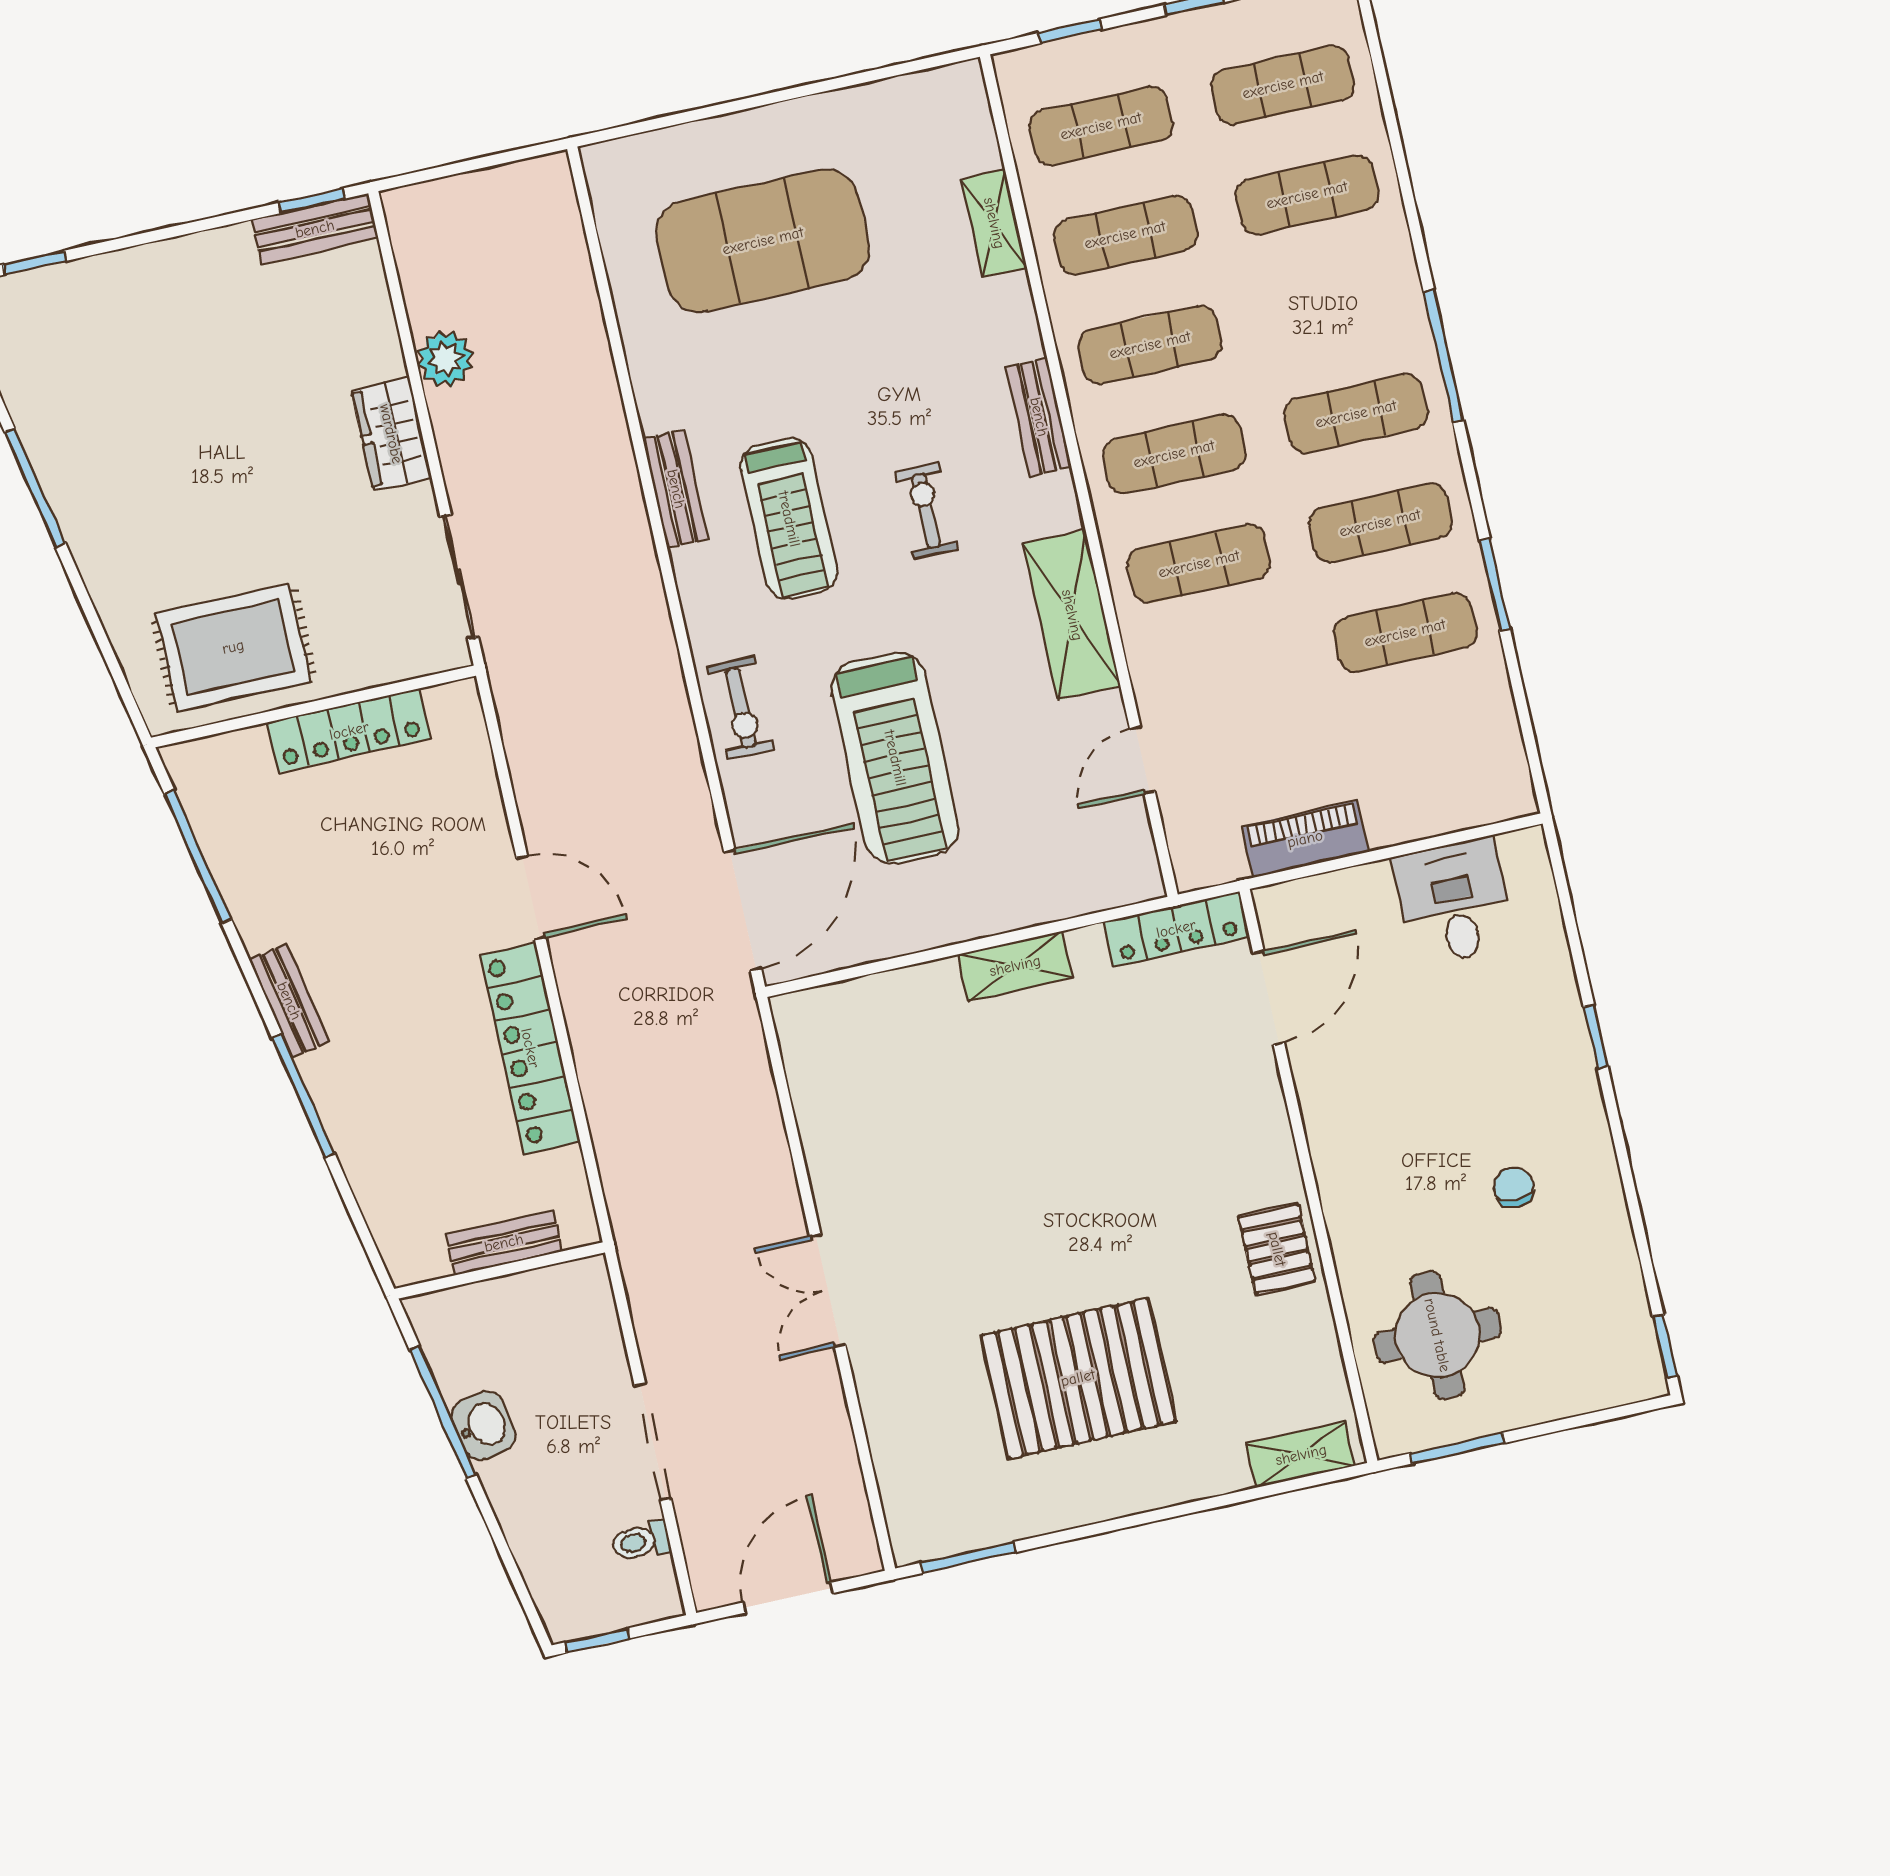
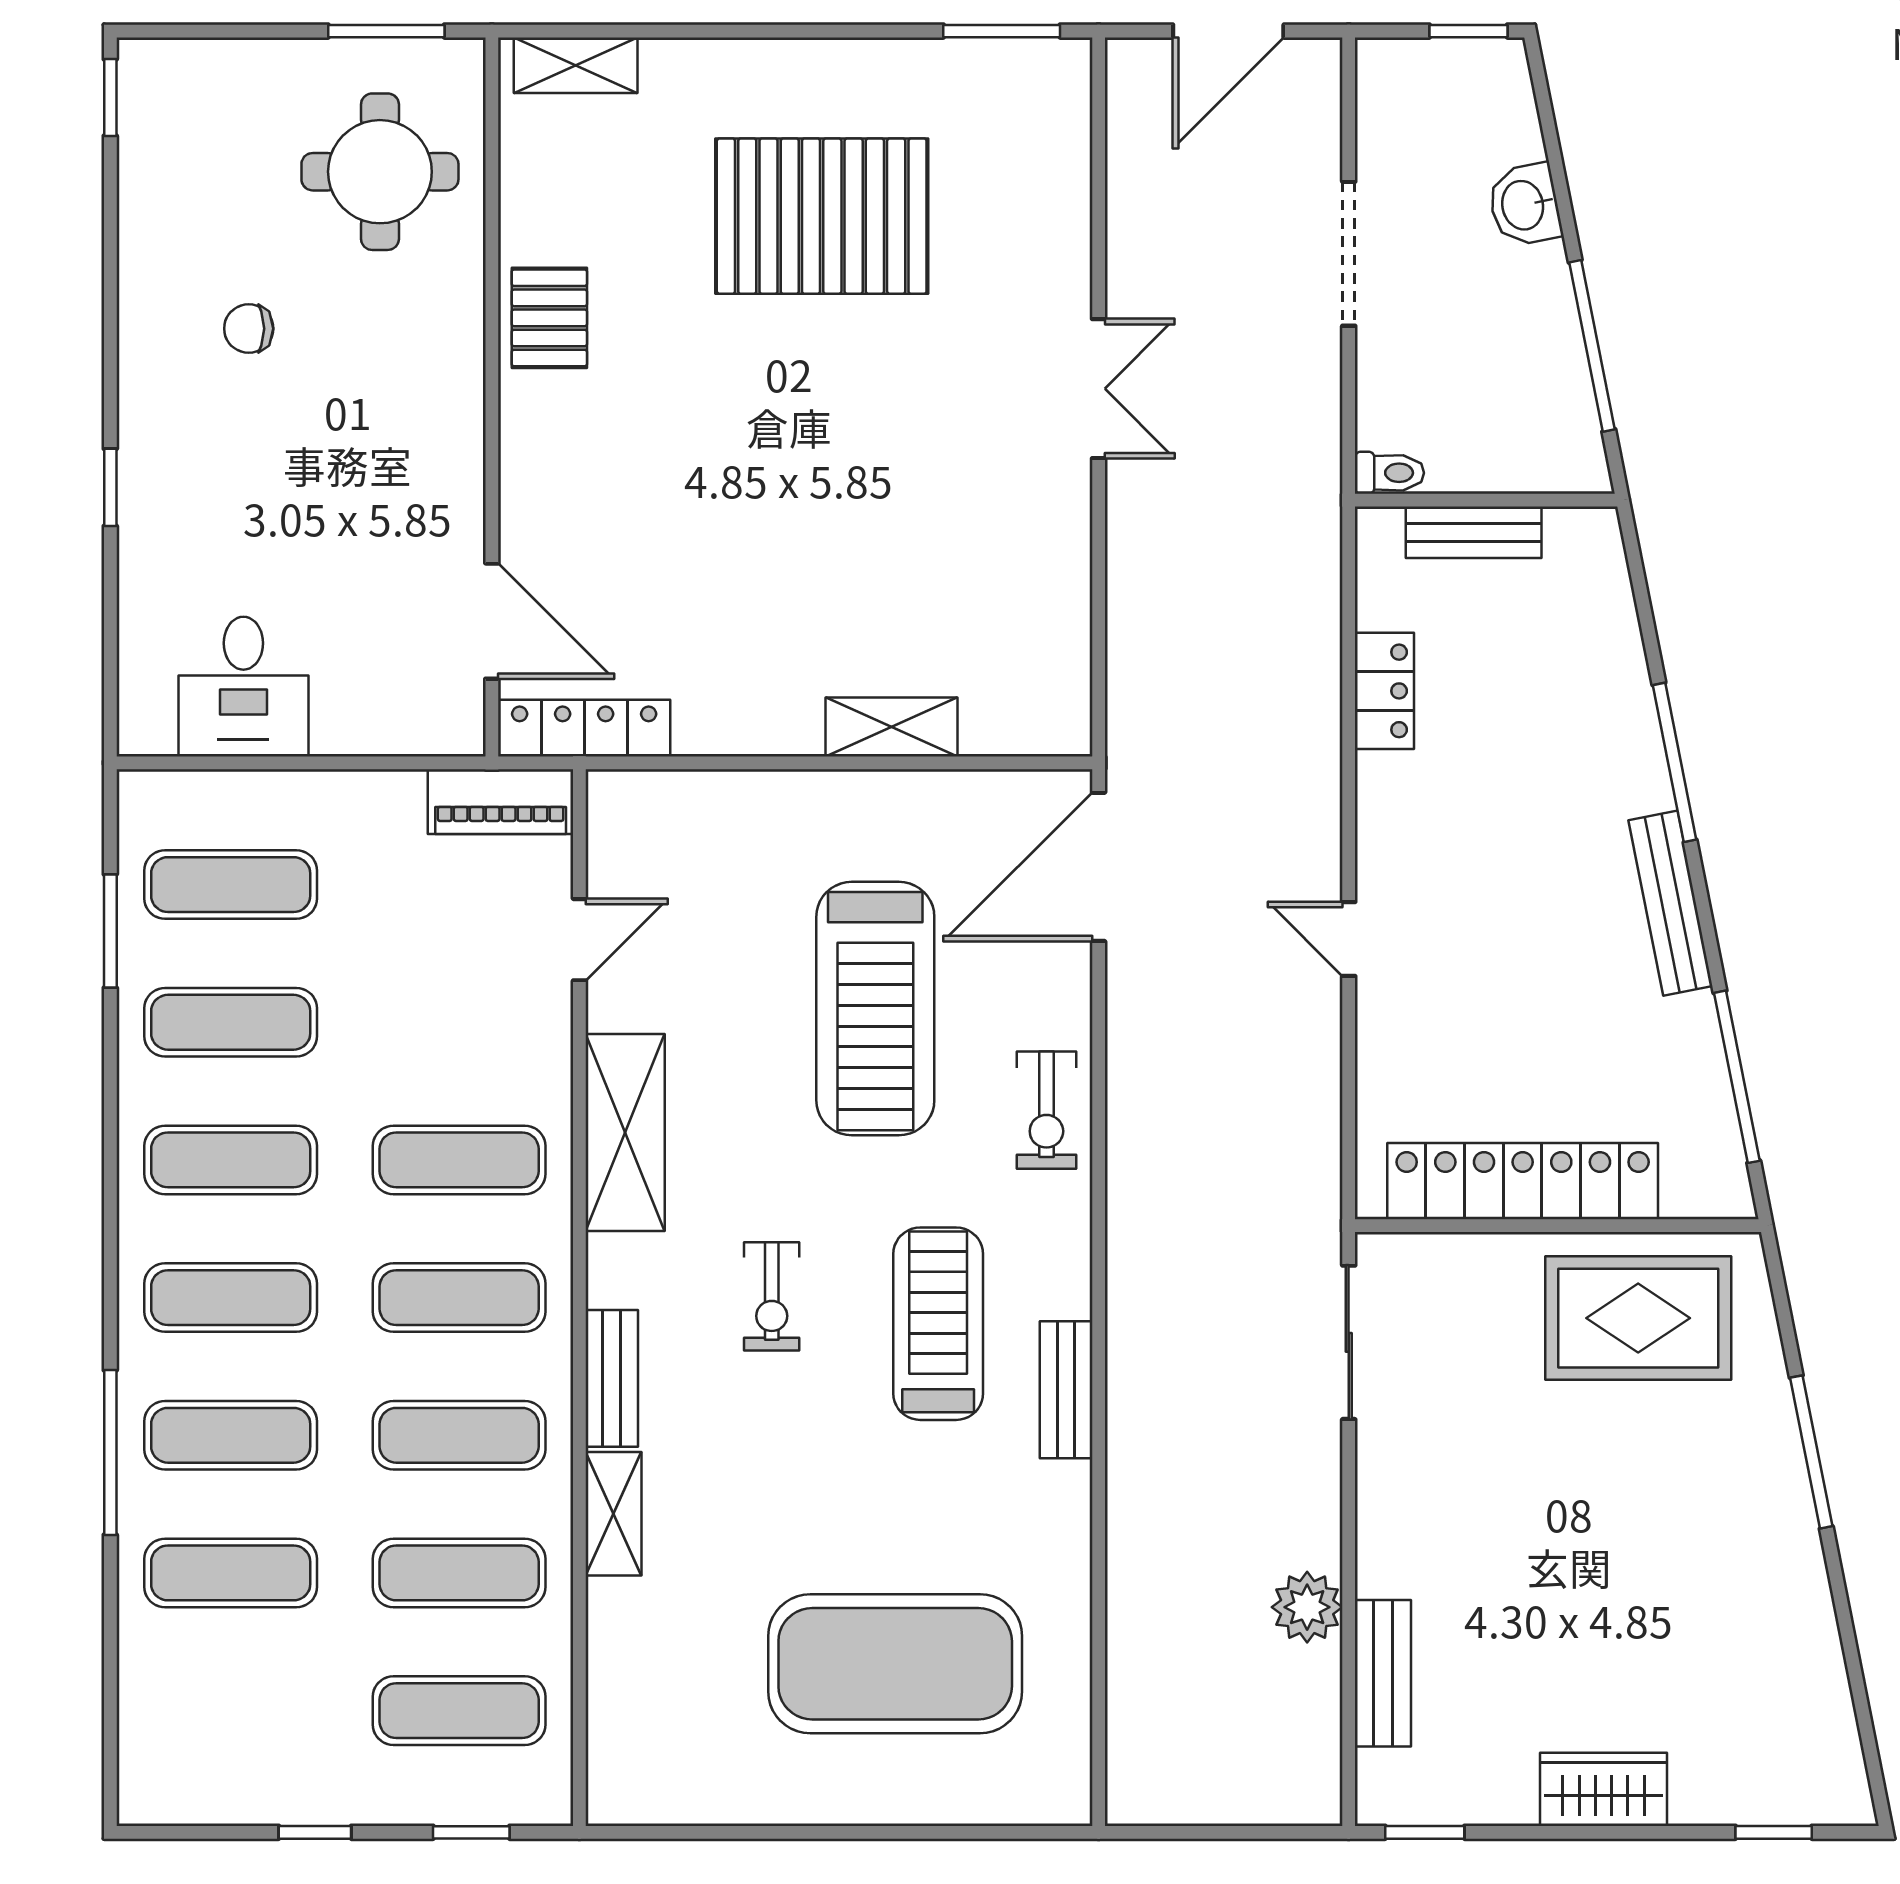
exercise mat: (1283, 85) -> (231, 1435), moved
shelving: (994, 223) -> (614, 1514), moved
bench: (315, 229) -> (1383, 1673), moved, turned 90
window: (1444, 356) -> (110, 1453), moved
wardrobe: (391, 434) -> (1604, 1789), moved, turned -90
window: (35, 488) -> (1811, 1452), moved
window: (1495, 584) -> (110, 931), moved
exercise bike: (741, 708) -> (1046, 1110), turned 180
locker: (349, 731) -> (1523, 1181), width x1.41, depth x1.21
exercise mat: (1429, 742) -> (231, 885), added
treadmill: (895, 758) -> (875, 1009), turned 180
piano: (1305, 839) -> (501, 802), moved
door: (531, 897) -> (1349, 939), width x0.73
shelving: (1015, 966) -> (891, 727), moved
door: (1269, 998) -> (492, 621), swing flipped
bench: (289, 1001) -> (1671, 903), width x1.36
locker: (530, 1048) -> (1384, 691), width x0.46, depth x0.83
chair: (1514, 1187) -> (249, 329), turned 90
washbasin: (483, 1426) -> (1525, 205), moved
toilet: (641, 1541) -> (1389, 473), moved

